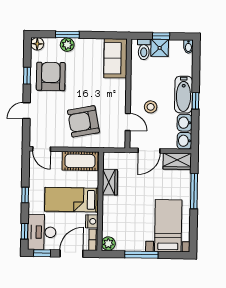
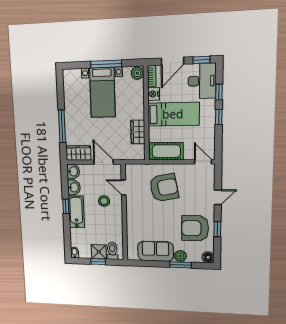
sofa: (115, 58) -> (156, 251), moved, turned -90
armchair: (51, 76) -> (195, 228), turned 90
door: (149, 151) -> (104, 162), hinge flipped
bed with nightstands: (168, 226) -> (102, 93), moved
window: (25, 231) -> (219, 92), moved

